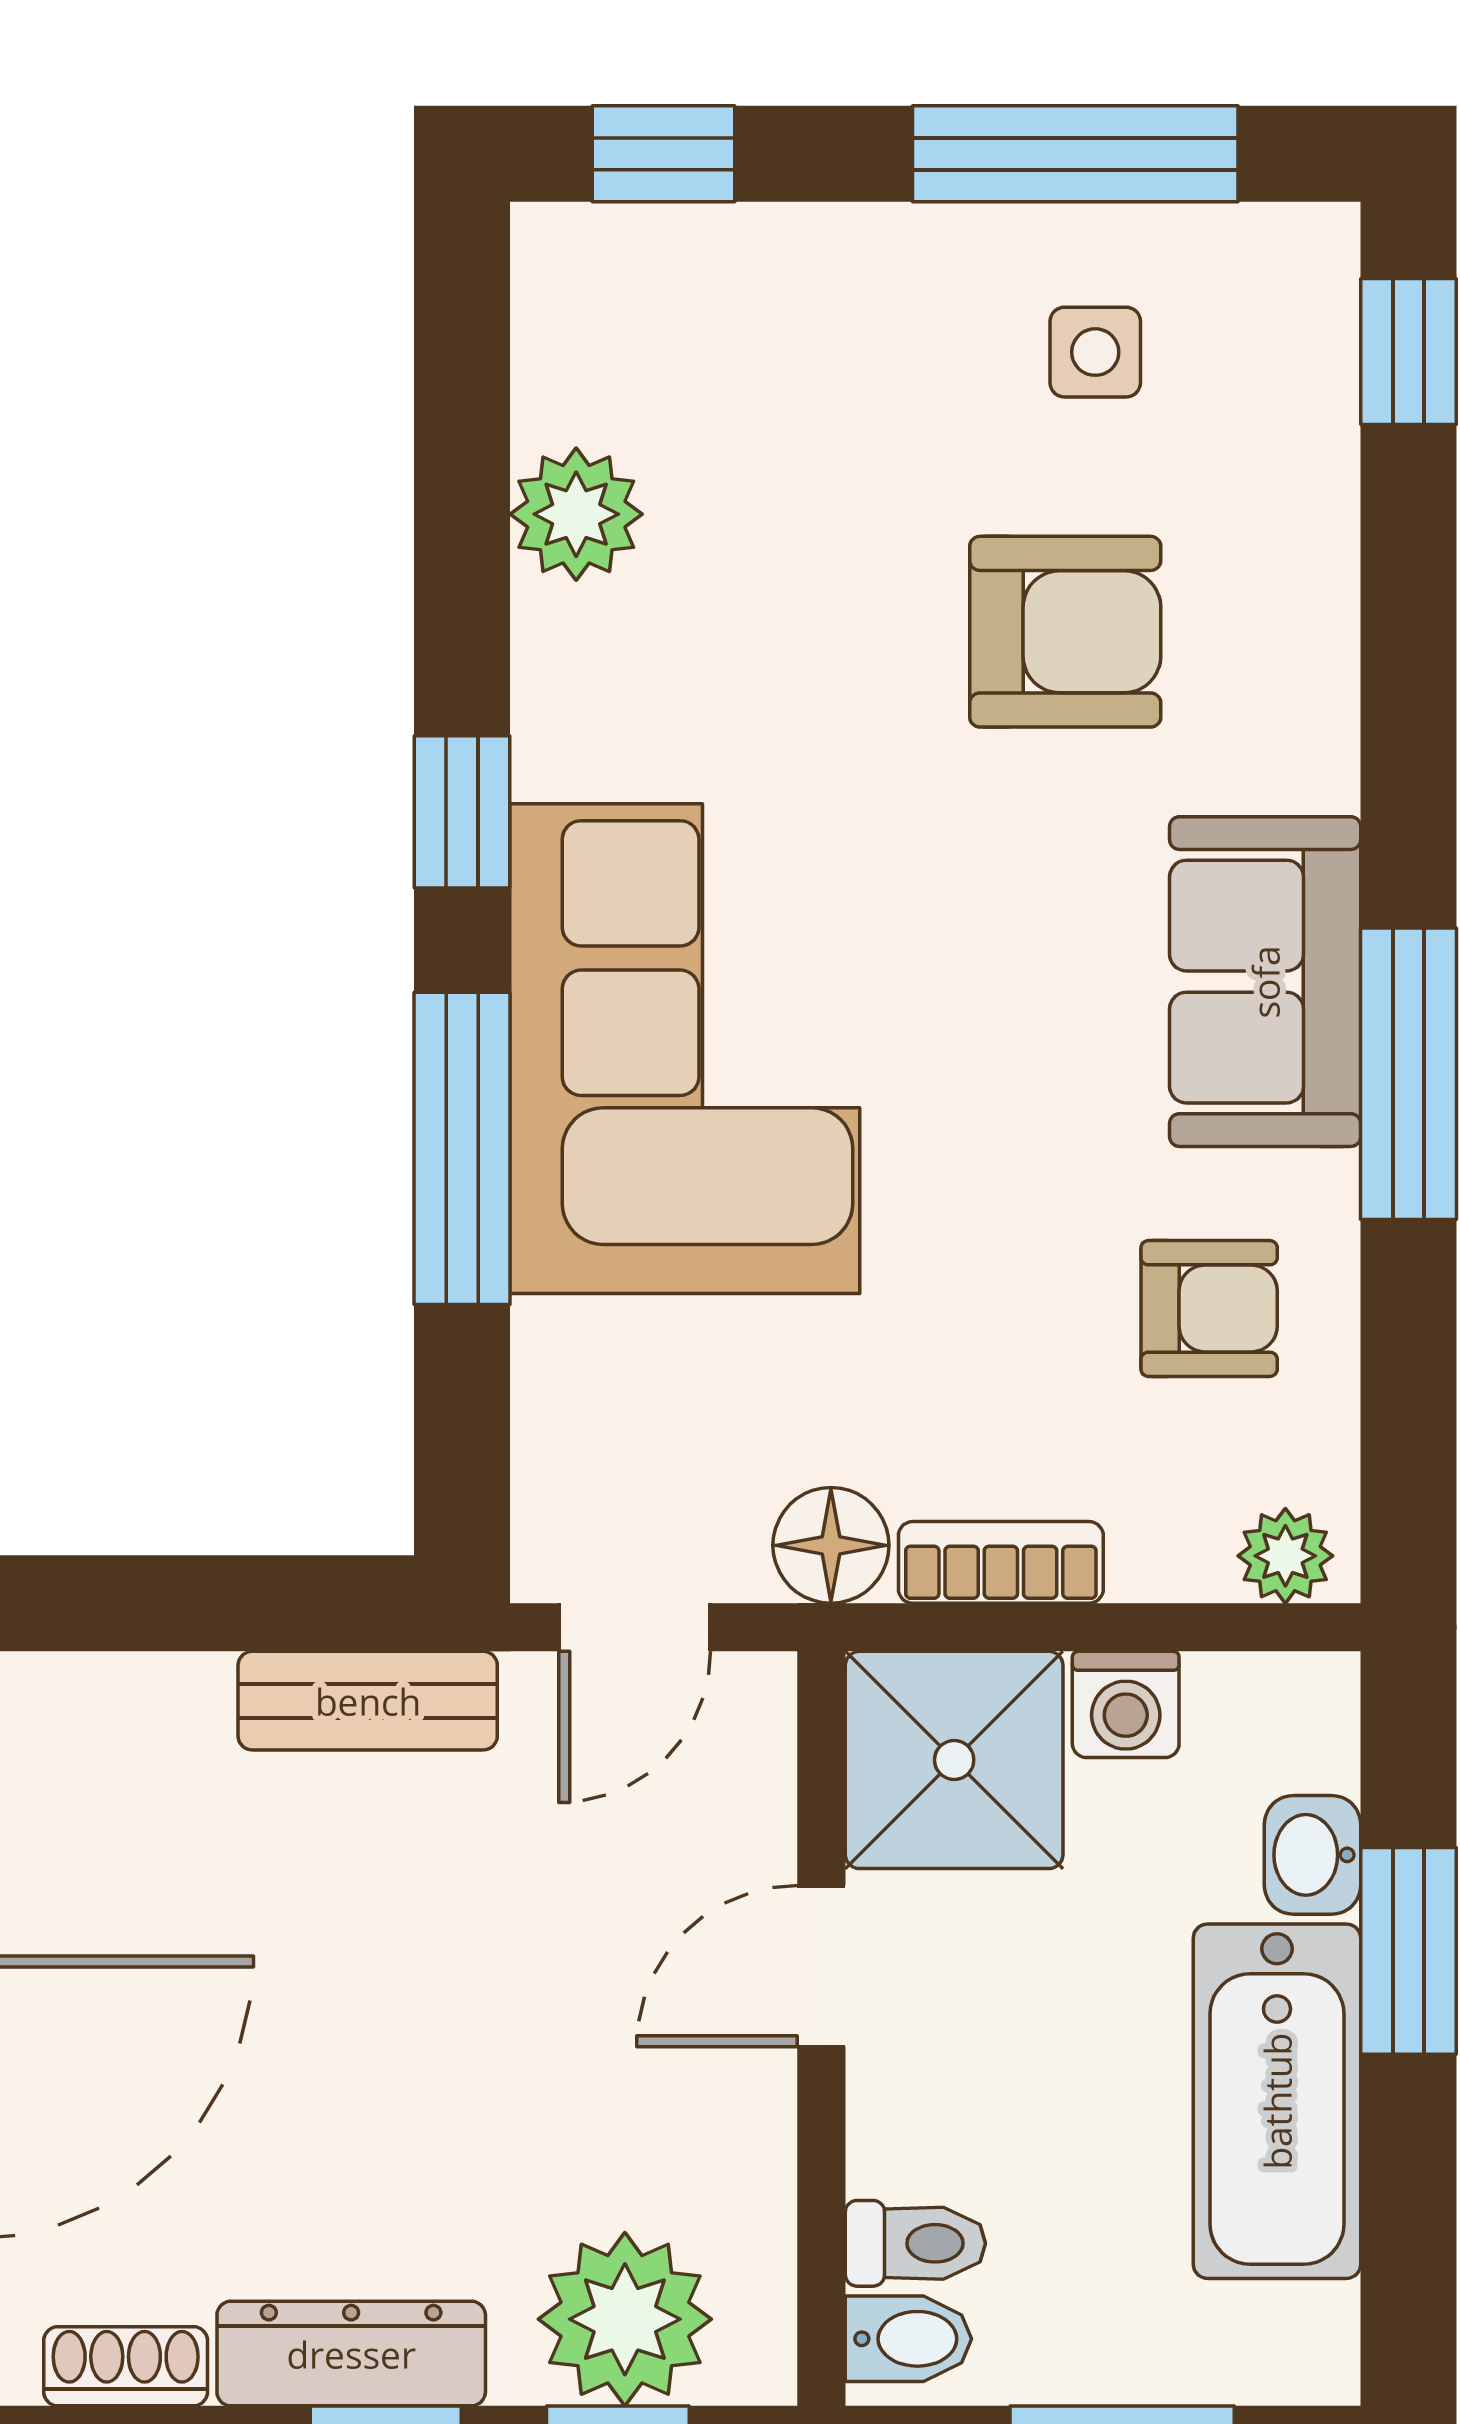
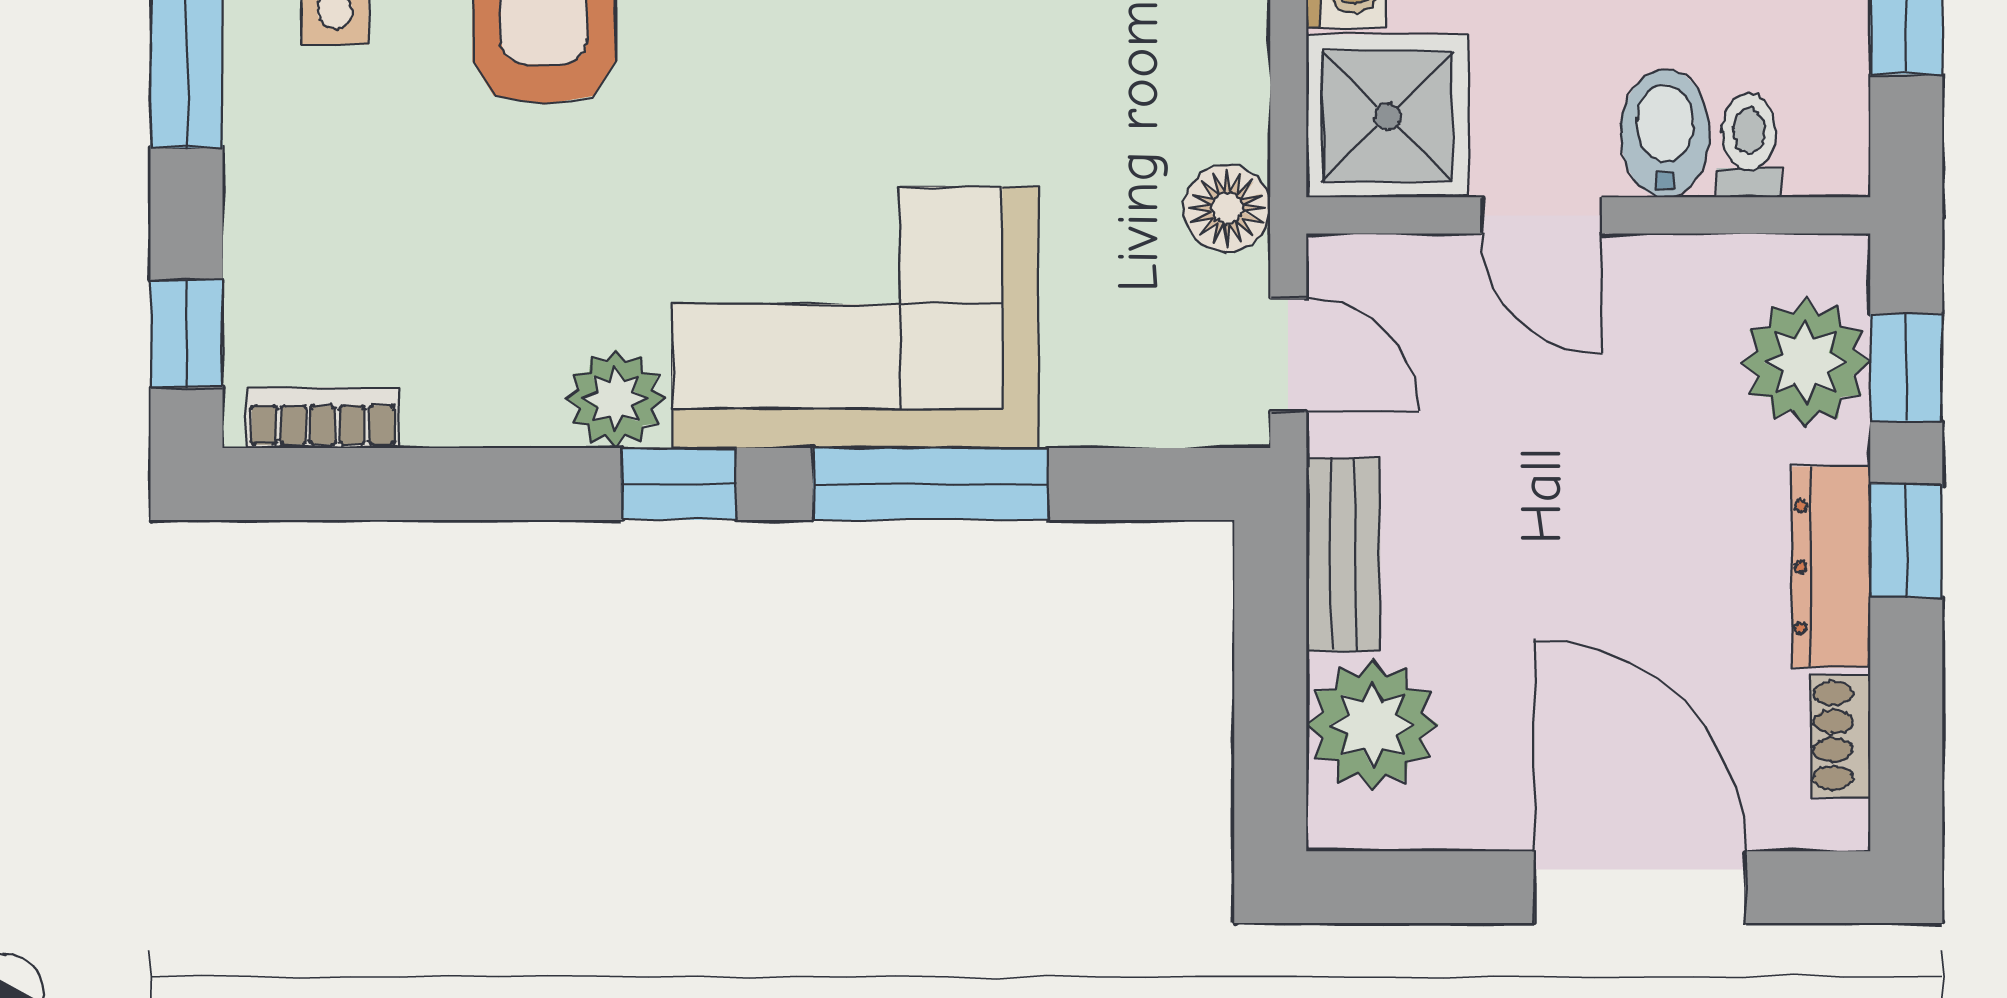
plant: (576, 514) -> (616, 399), moved
bookcase: (1001, 1562) -> (323, 418), moved, turned 90
plant: (140, 1740) -> (1372, 725), added
bidet: (909, 2339) -> (1665, 133), moved, width x1.38, depth x1.36

